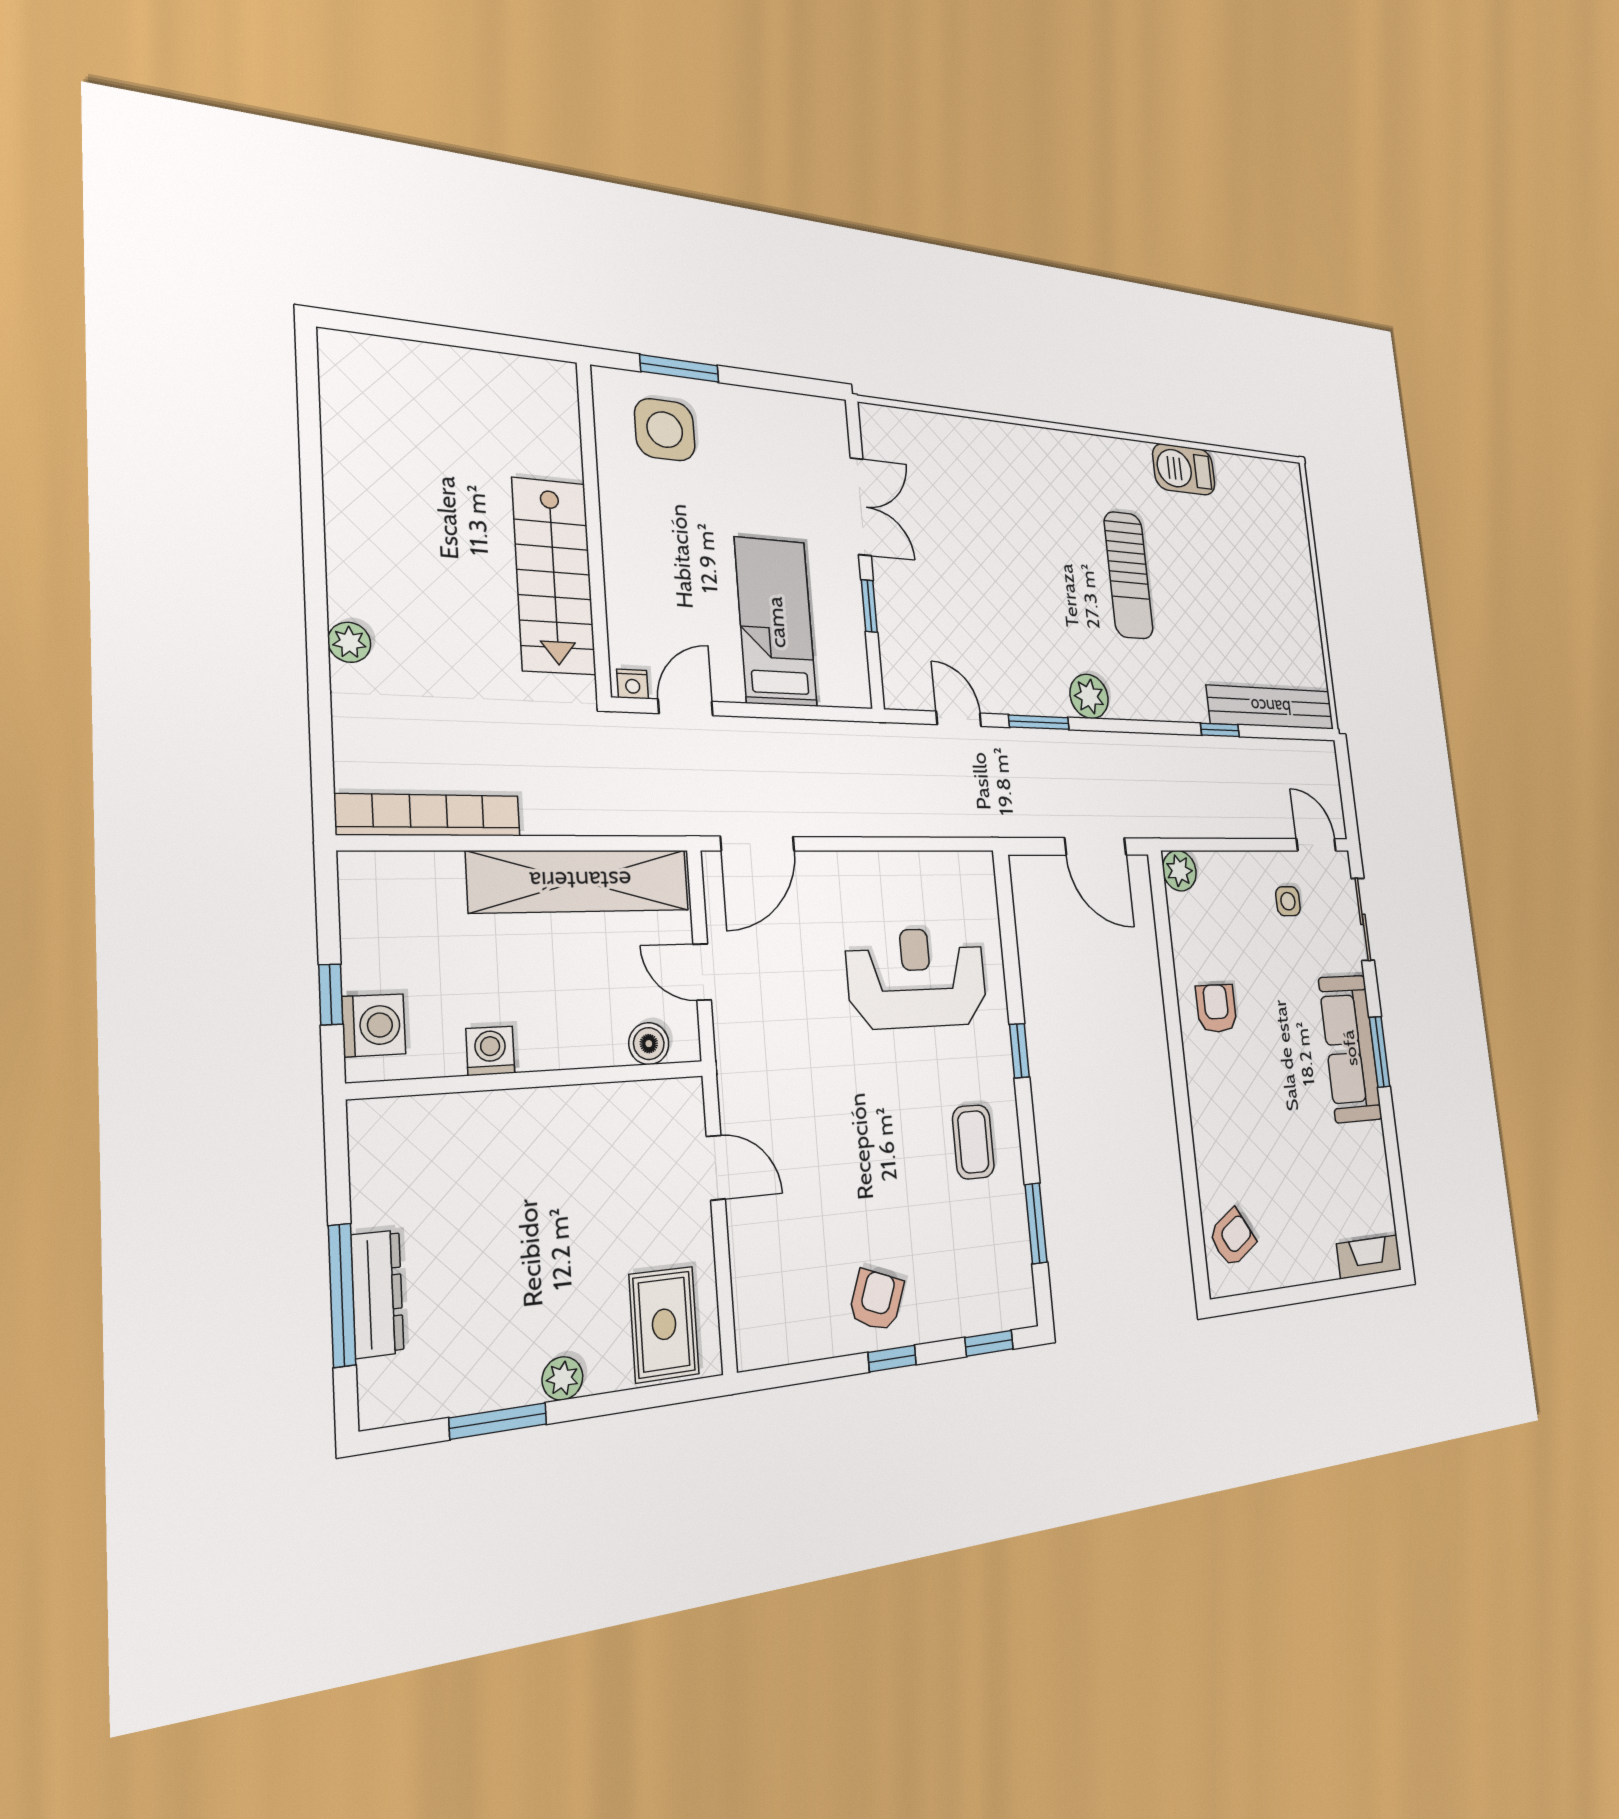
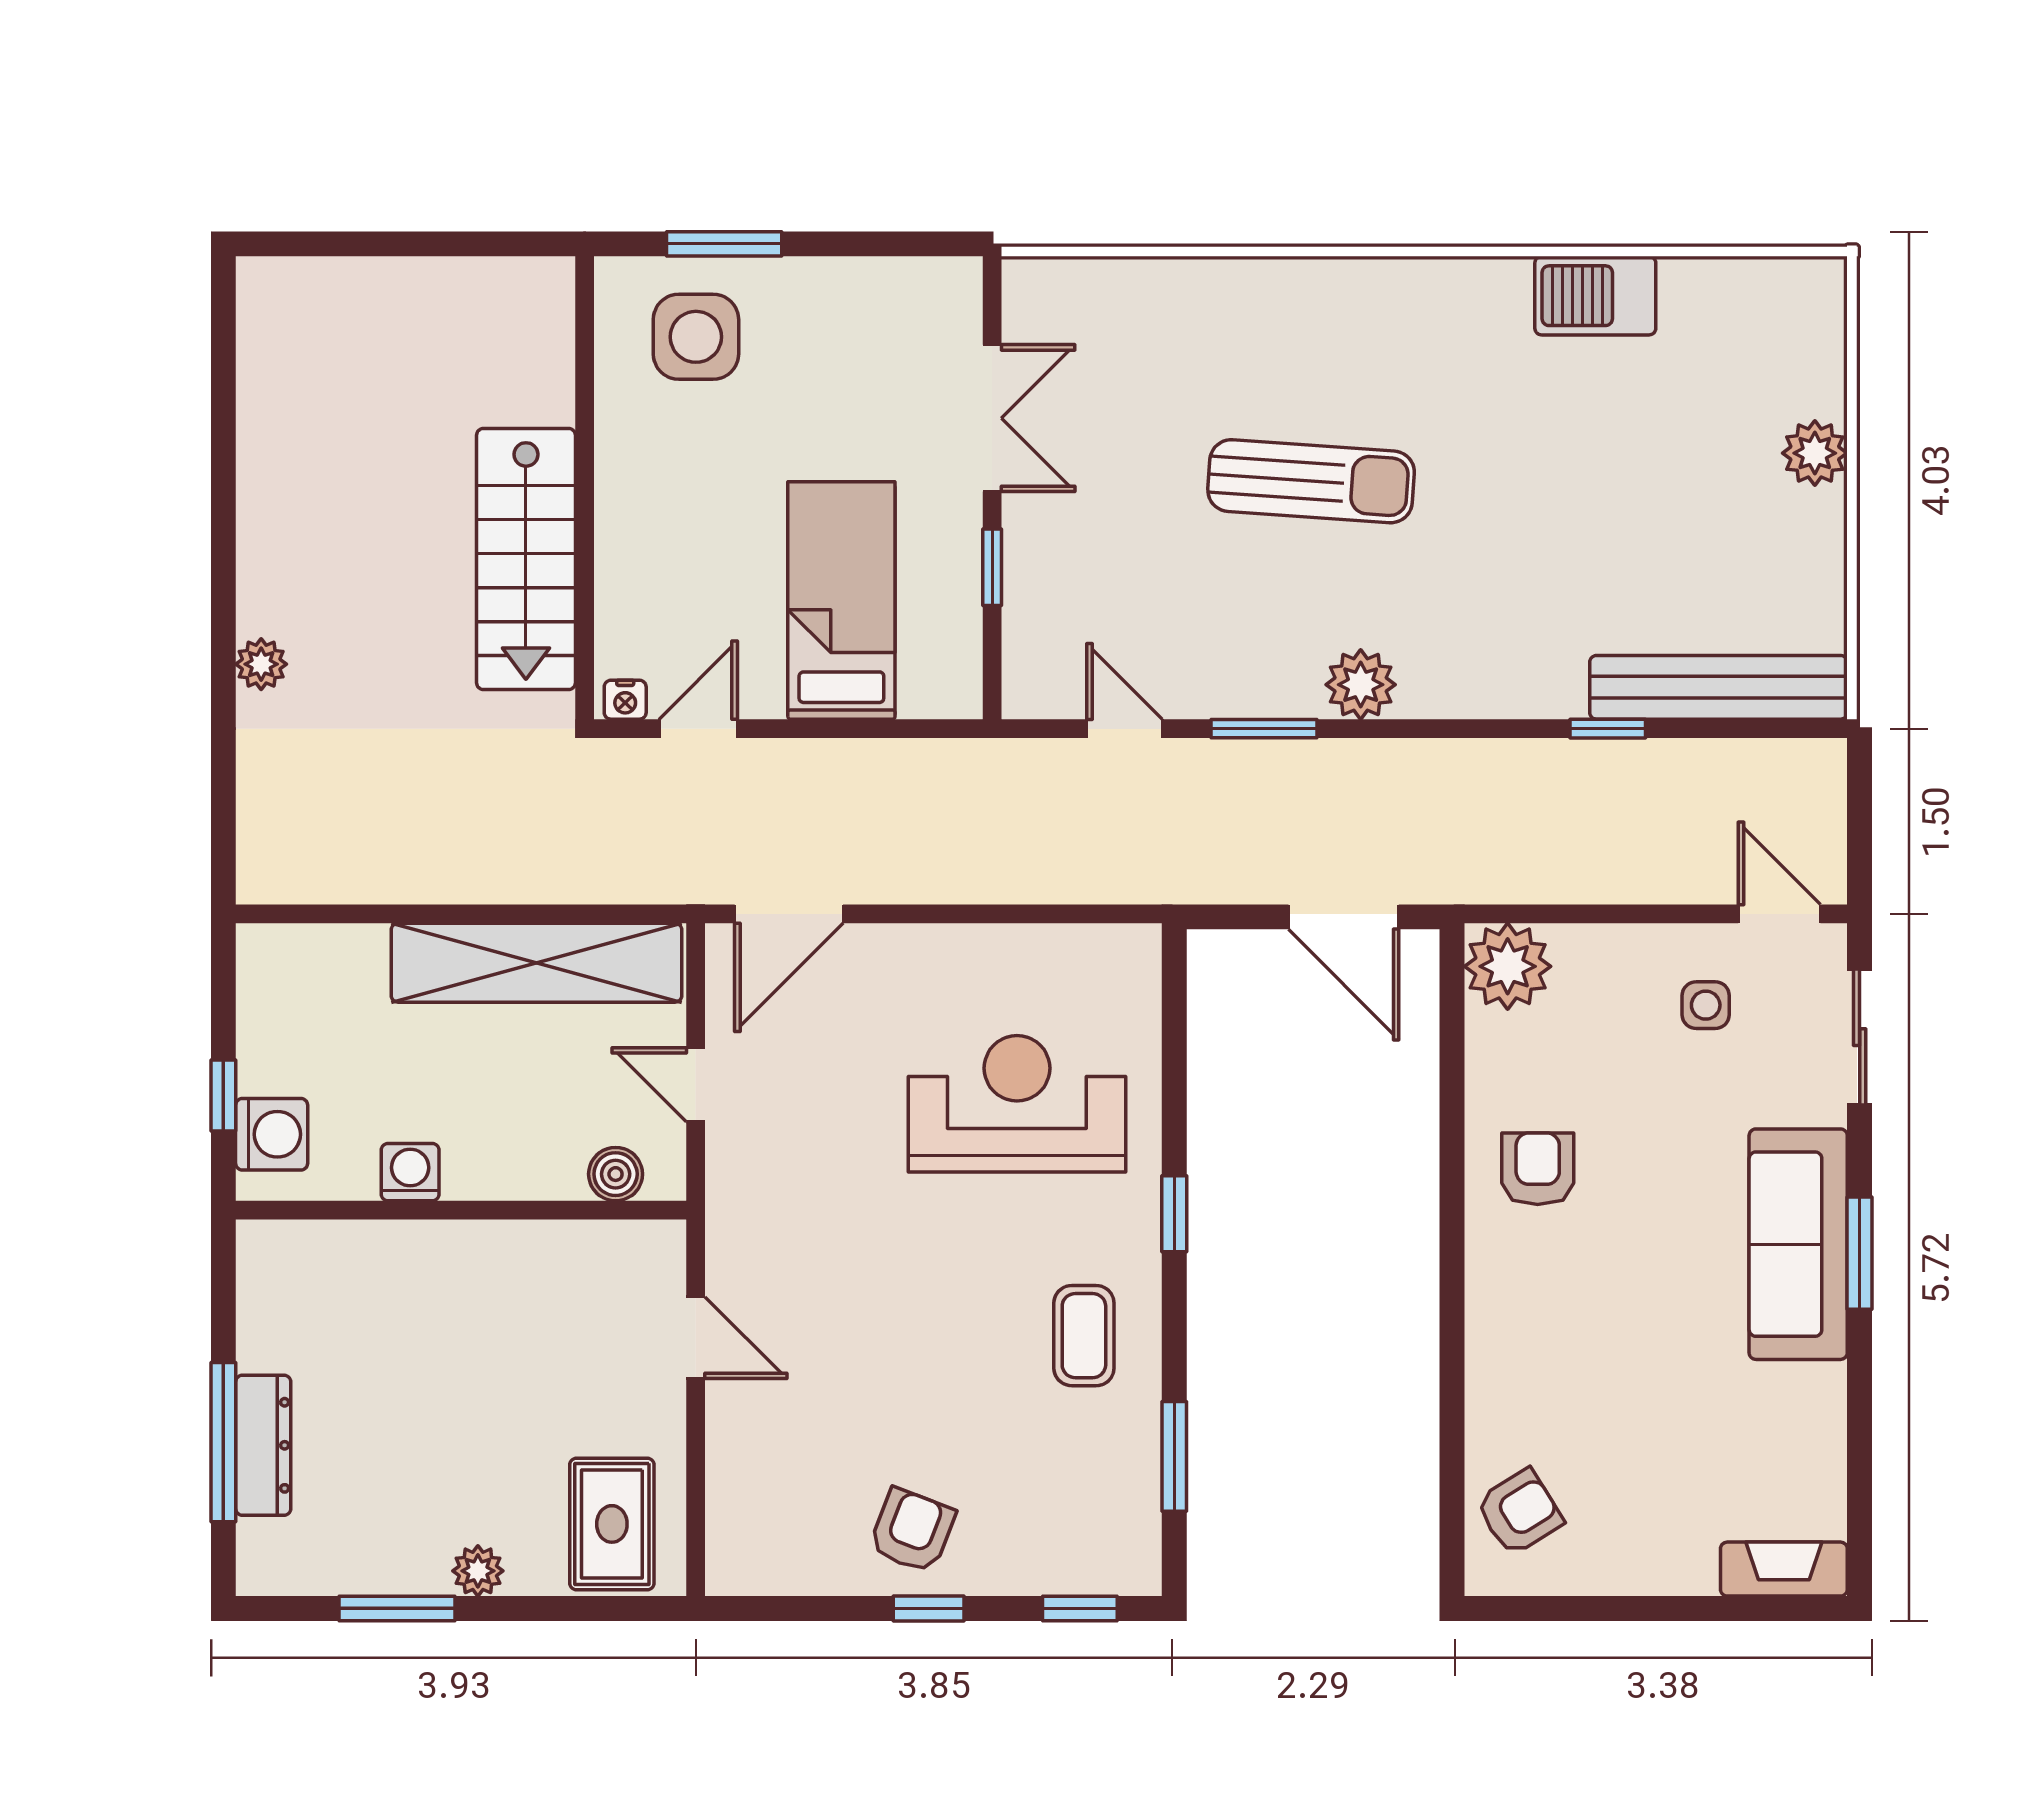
plant: (1299, 573) -> (1815, 453), added
sun lounger: (1128, 575) -> (1311, 481), moved, turned -86
bookcase: (429, 815) -> (348, 879), removed
plant: (1179, 871) -> (1508, 966), width x1.36, depth x1.36

